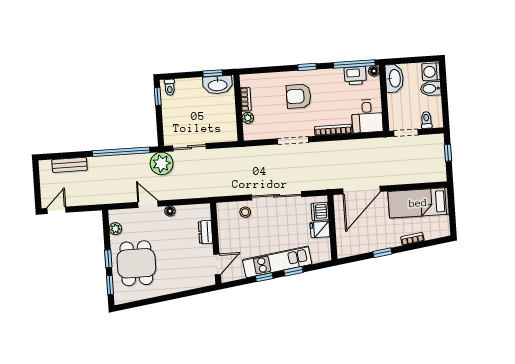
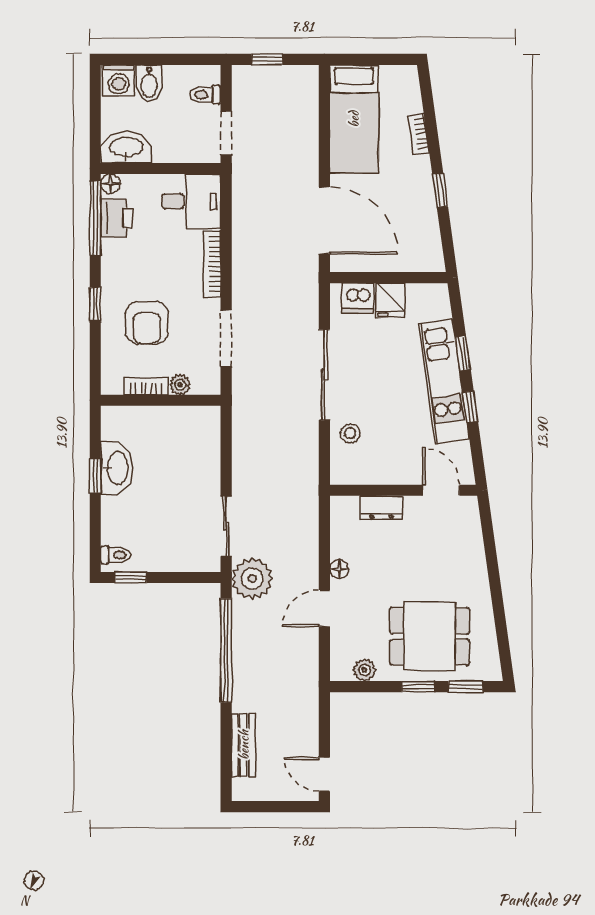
bookcase: (246, 99) -> (146, 386), moved
wall: (238, 108) -> (161, 400), moved
plant: (248, 118) -> (180, 385), moved

